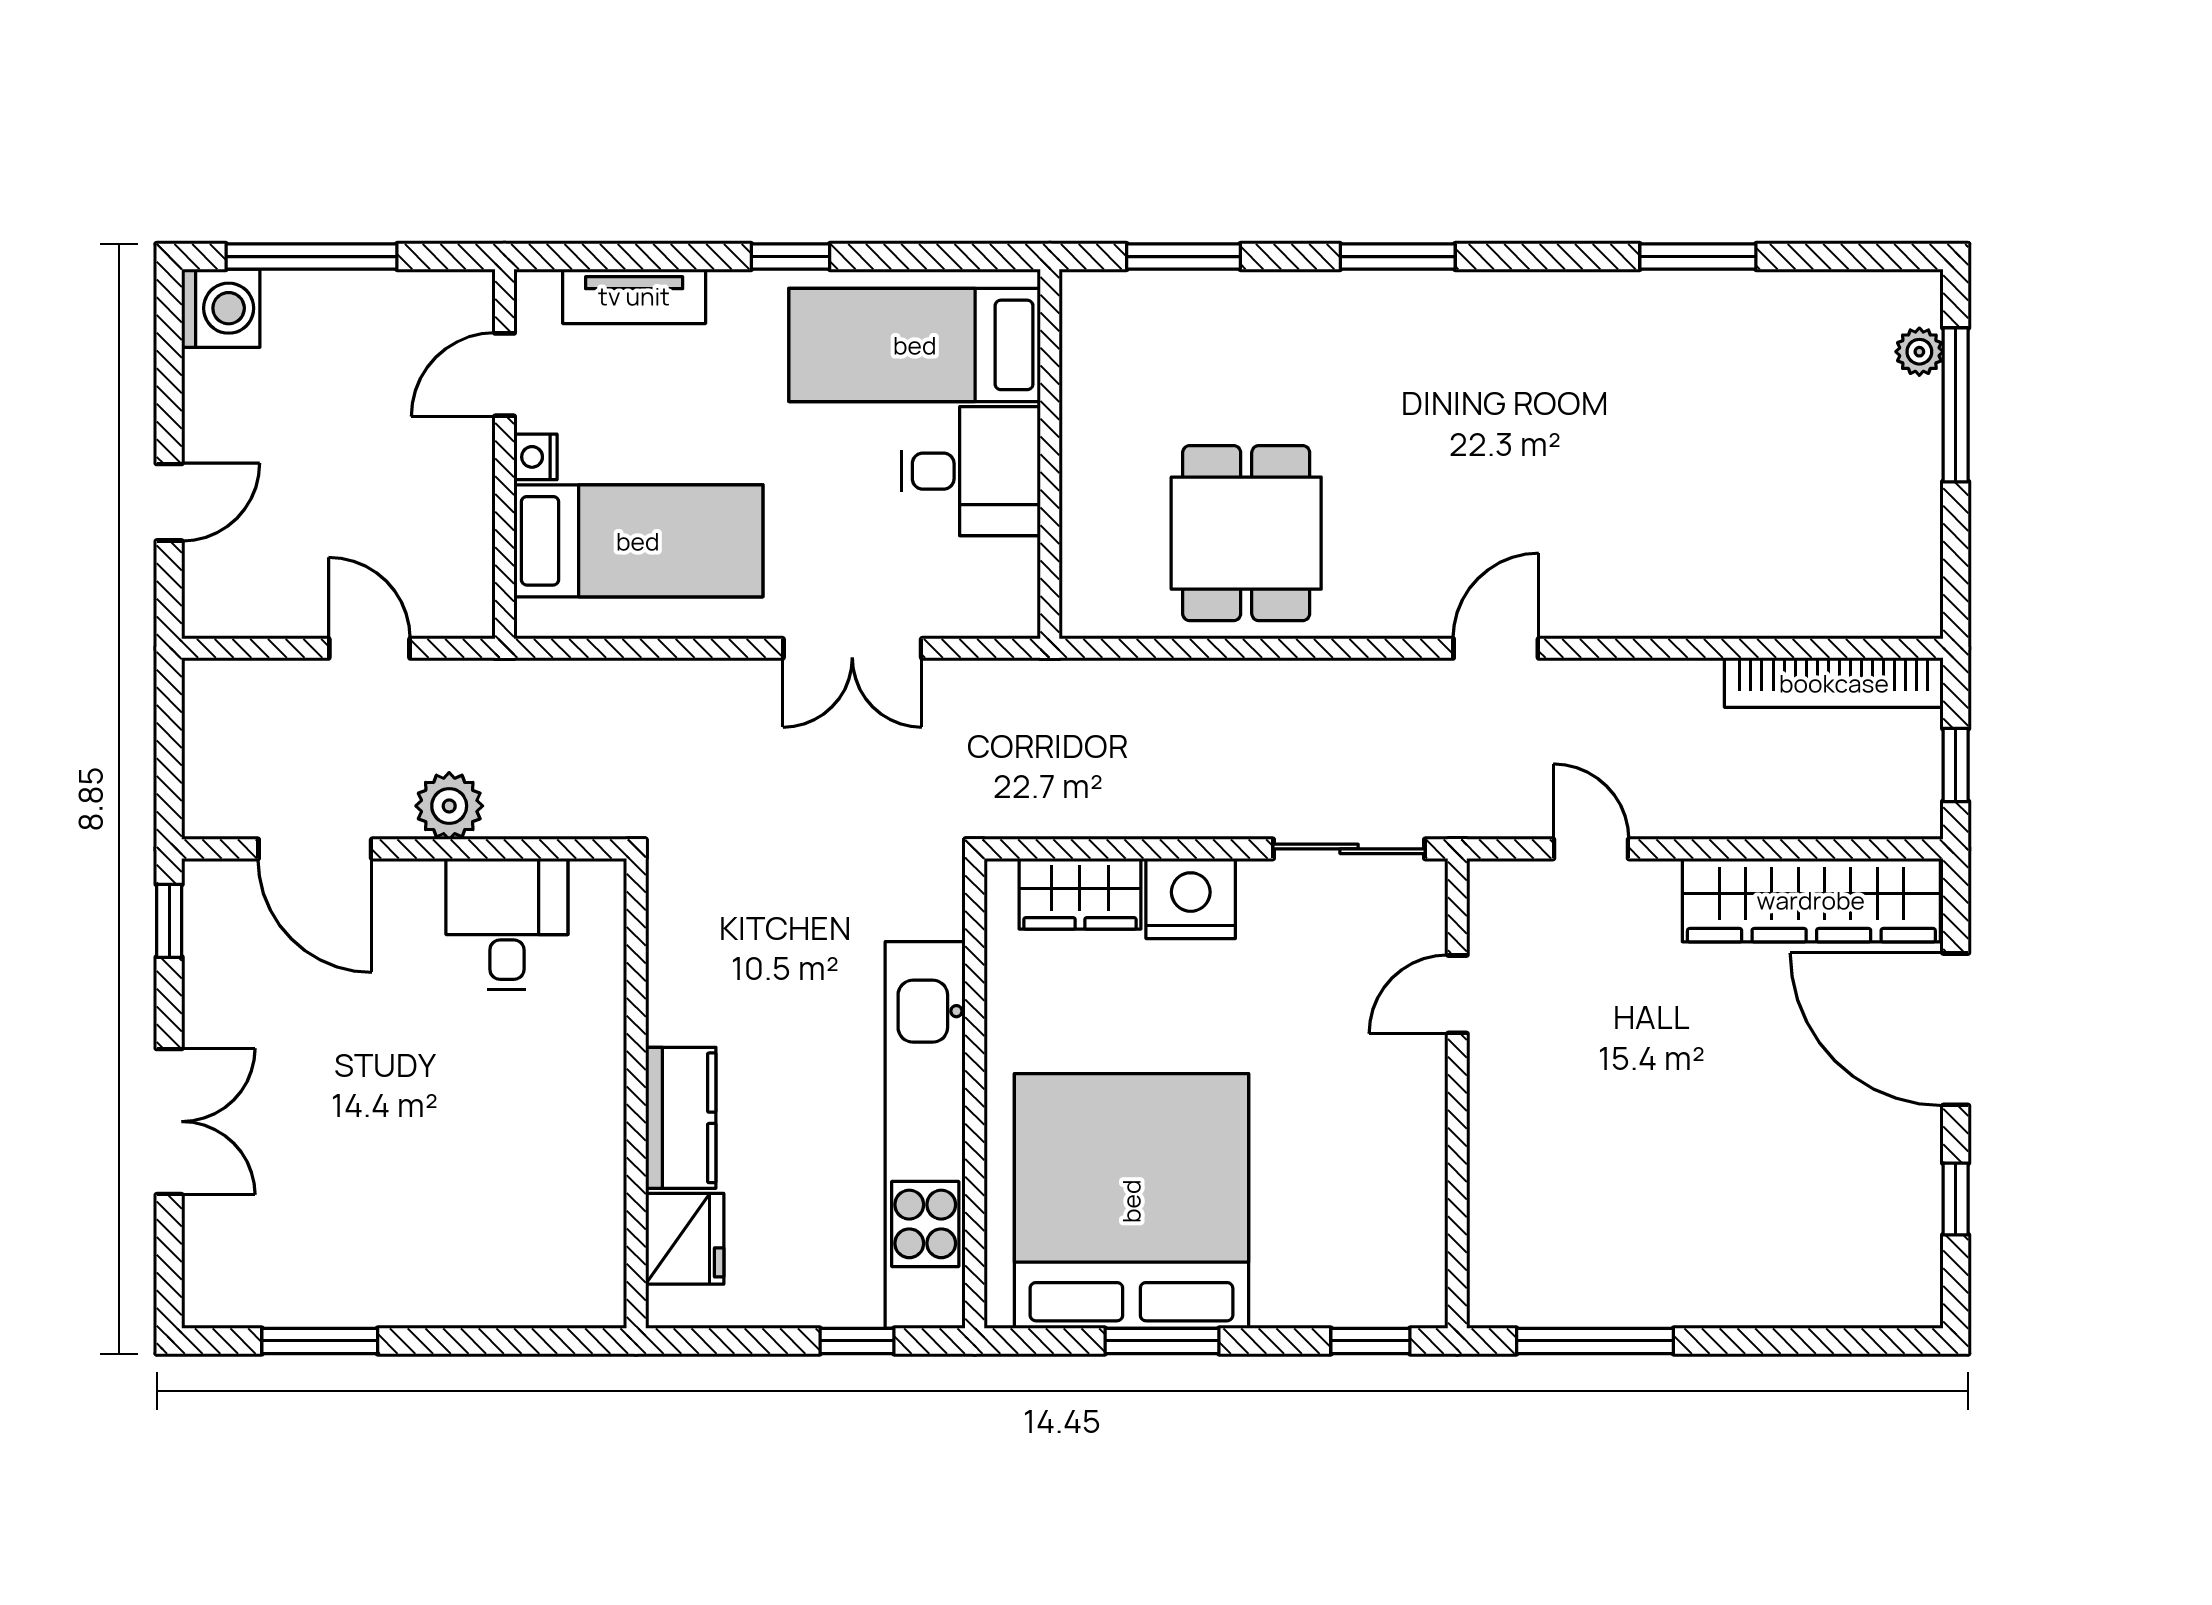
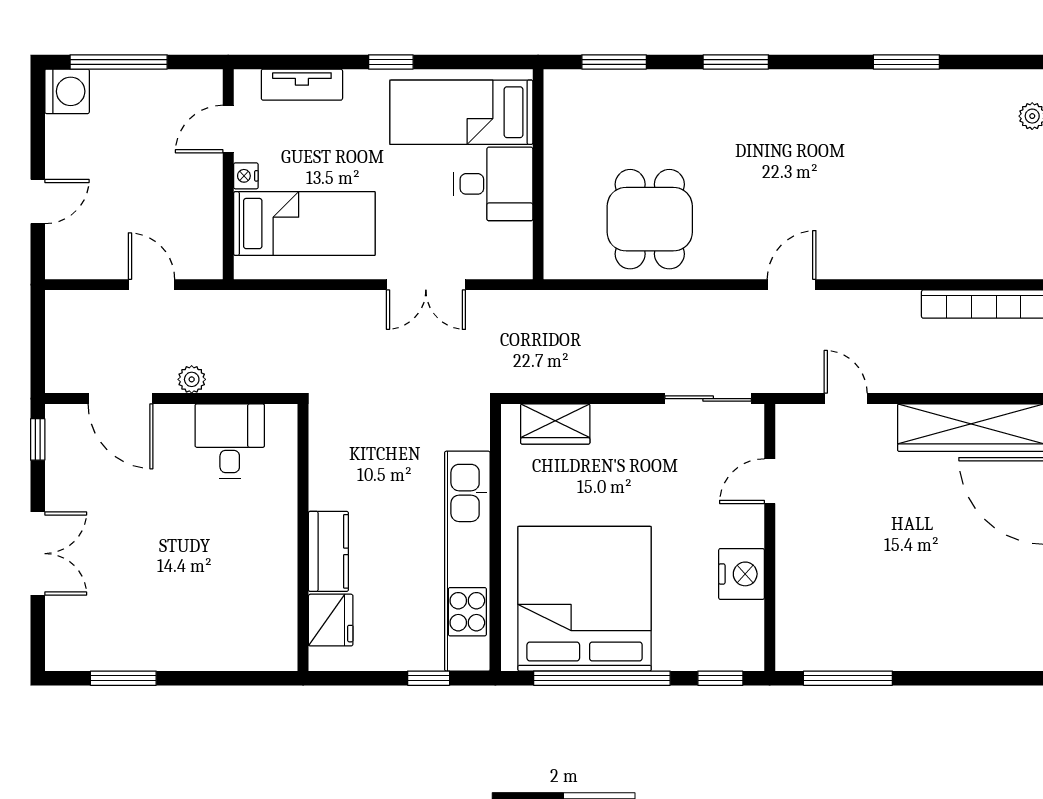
plant: (449, 806) -> (192, 379), width x0.73, depth x0.73
nightstand: (1191, 898) -> (741, 574), moved, turned 90
window: (1162, 1341) -> (602, 678), width x2.11

